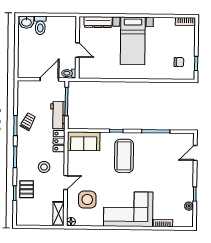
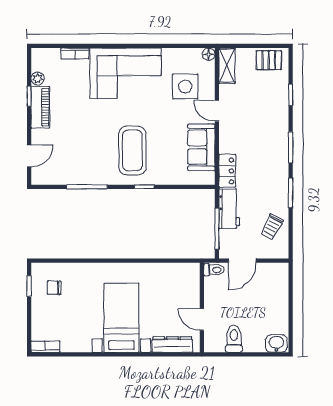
toilet: (40, 25) -> (234, 339), moved
door: (77, 50) -> (202, 319), moved
trolley: (28, 122) -> (272, 227), moved
sofa: (84, 141) -> (201, 147), moved, turned -90
stool: (44, 167) -> (249, 133), removed
door: (66, 183) -> (217, 111), hinge flipped
piano: (187, 186) -> (40, 107), added
pallet: (27, 189) -> (269, 60), moved, turned 90

